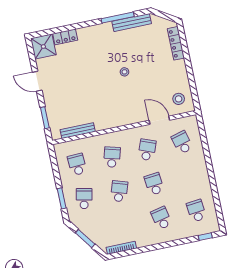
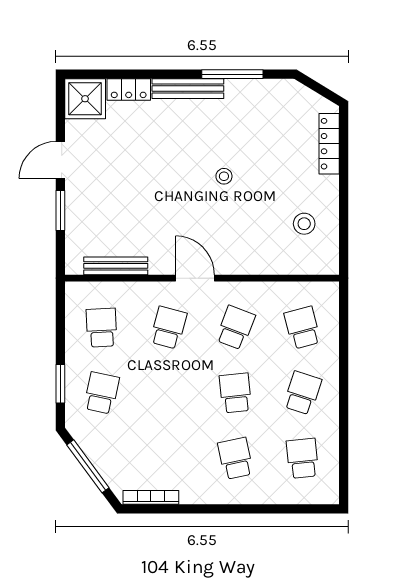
bench: (132, 23) -> (188, 89), moved
door: (37, 81) -> (60, 160), hinge flipped
stool: (179, 99) -> (304, 224), moved
window: (45, 118) -> (60, 210), moved
door: (159, 120) -> (195, 278), moved
school desk: (119, 191) -> (302, 393), moved
window: (205, 237) -> (309, 509), removed
window: (85, 238) -> (88, 466), width x1.44

